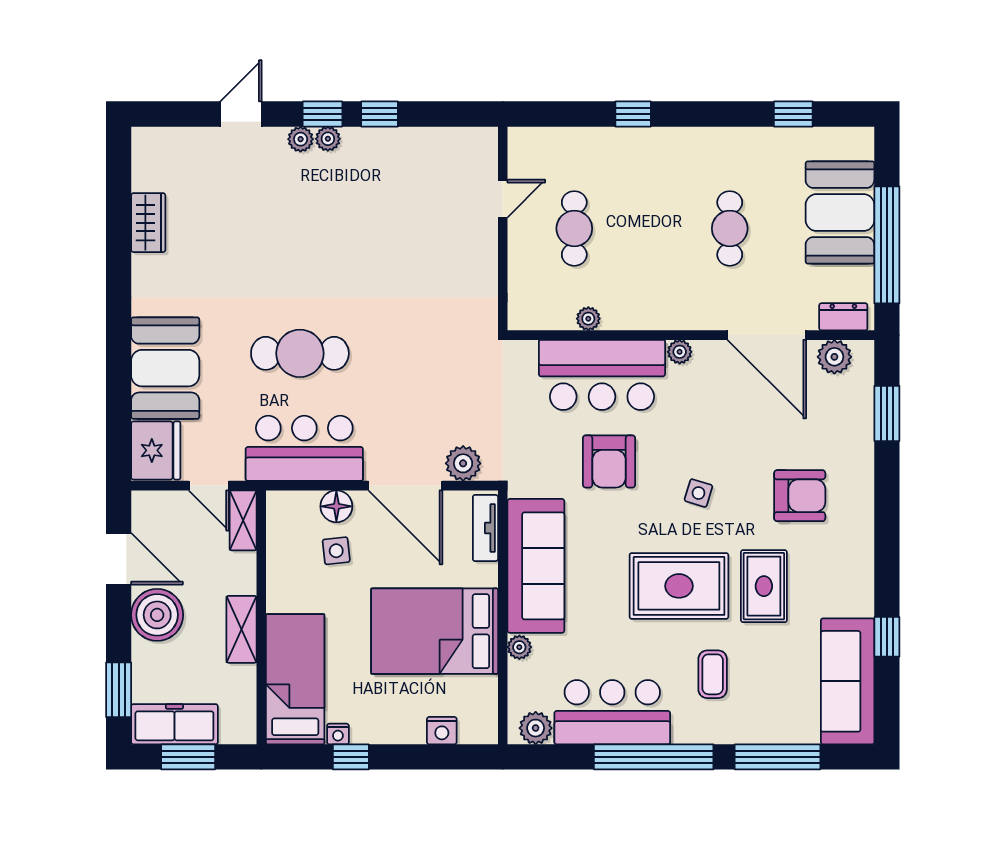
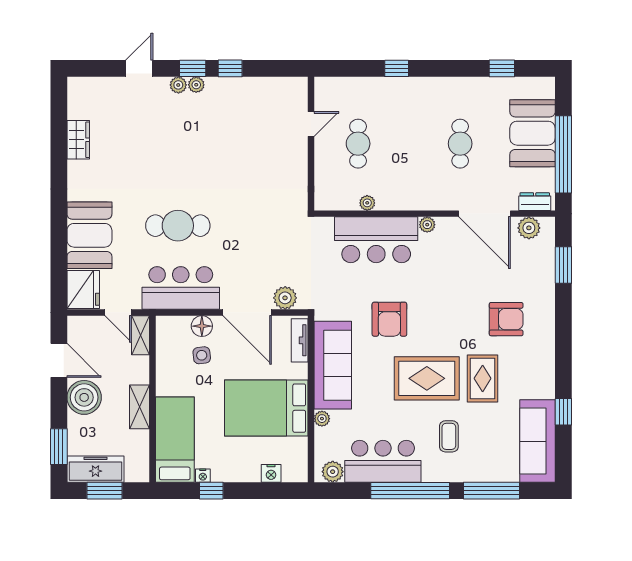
armchair: (609, 461) -> (389, 319), moved
side table: (698, 493) -> (440, 317), removed

